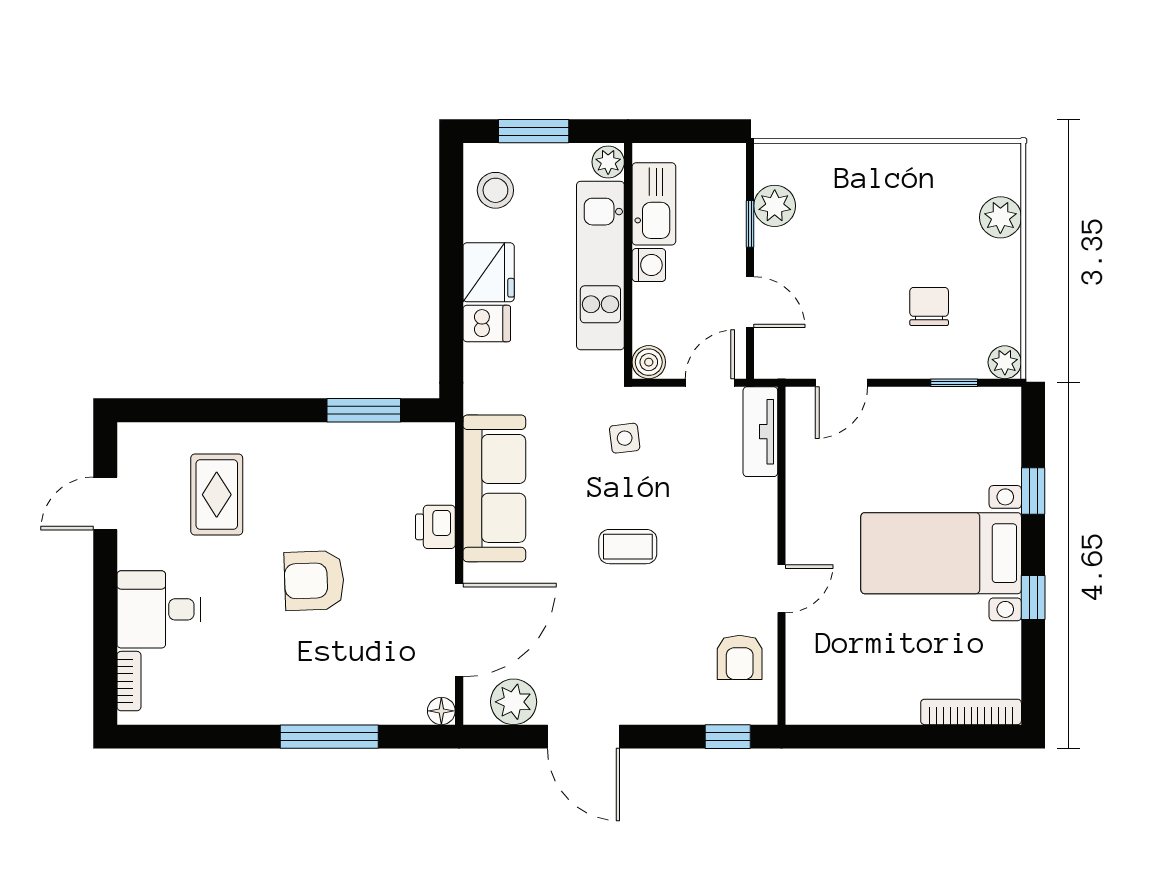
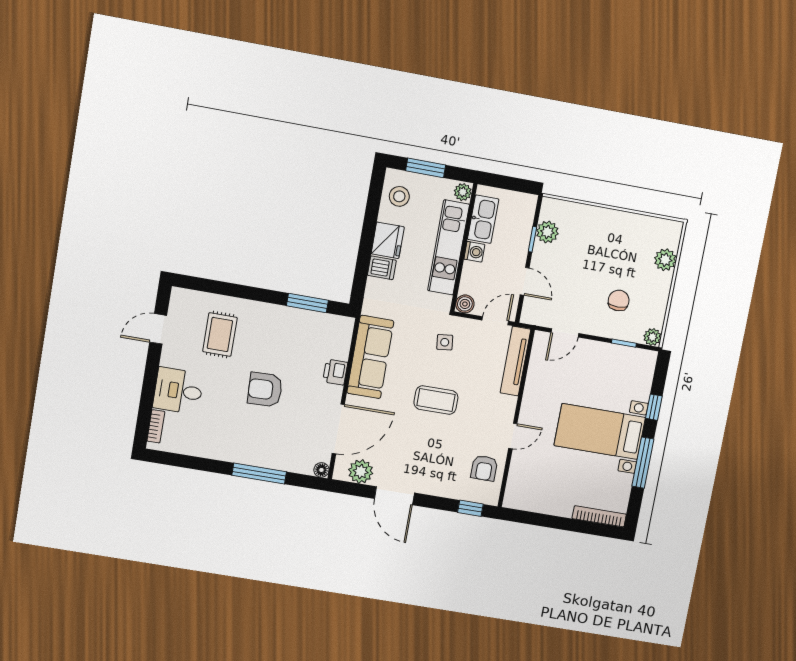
tv unit: (760, 432) -> (515, 361), width x1.41
coffee table: (628, 547) -> (436, 400), width x1.36, depth x1.30
window: (1033, 597) -> (643, 463), width x2.17

